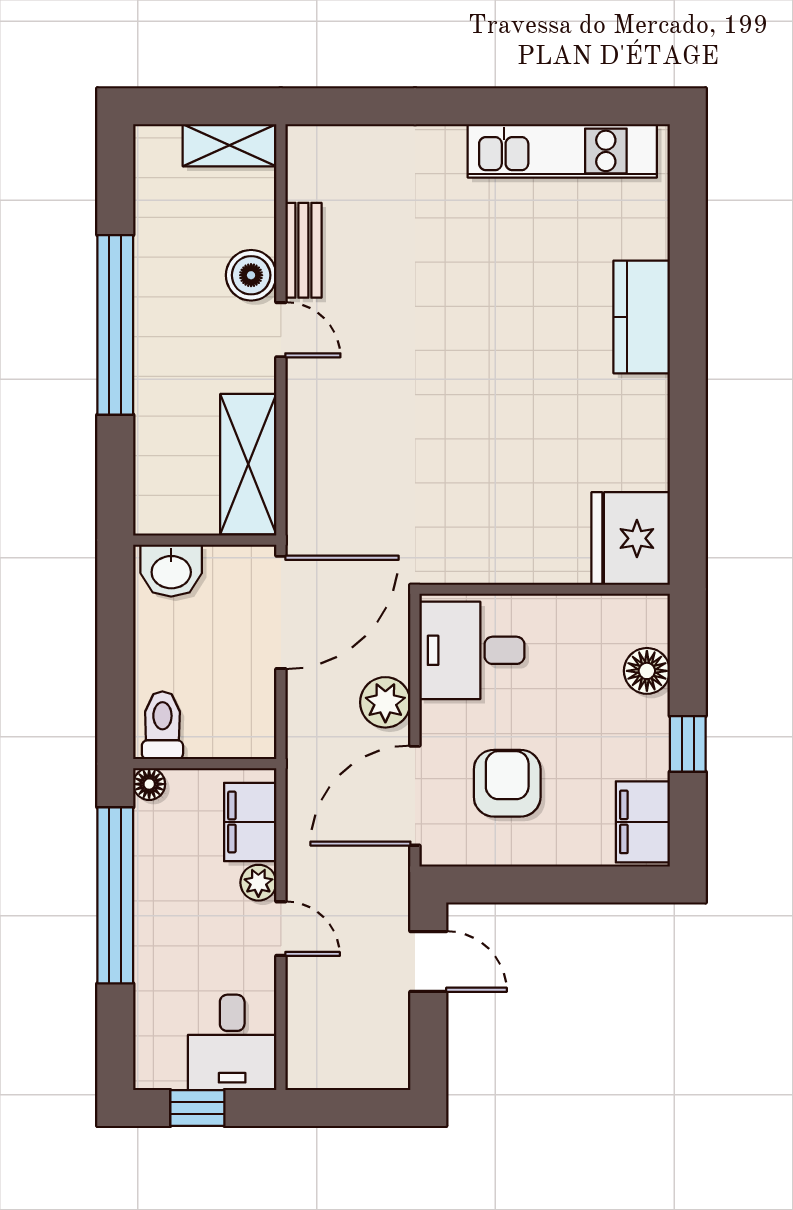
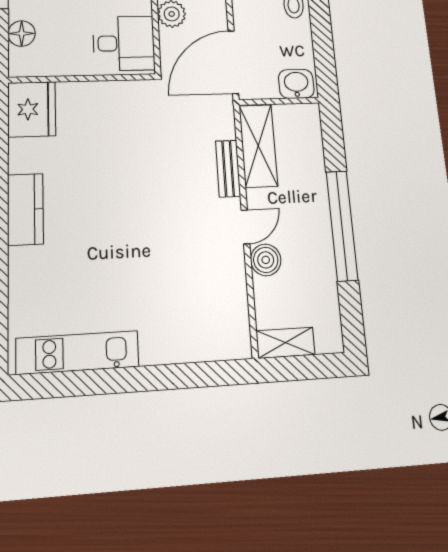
bench: (303, 250) -> (228, 169), moved
kitchen counter: (642, 317) -> (25, 209), moved
door: (281, 330) -> (246, 227), swing flipped

